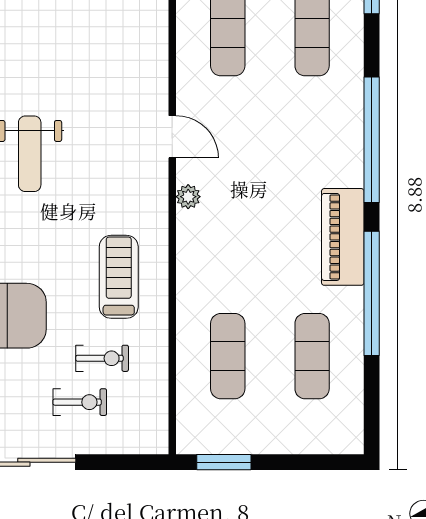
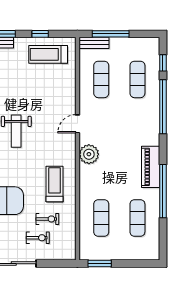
door: (172, 137) -> (77, 124), swing flipped
window: (372, 140) -> (163, 107), moved
plant: (188, 197) -> (89, 154), width x1.88, depth x1.88

